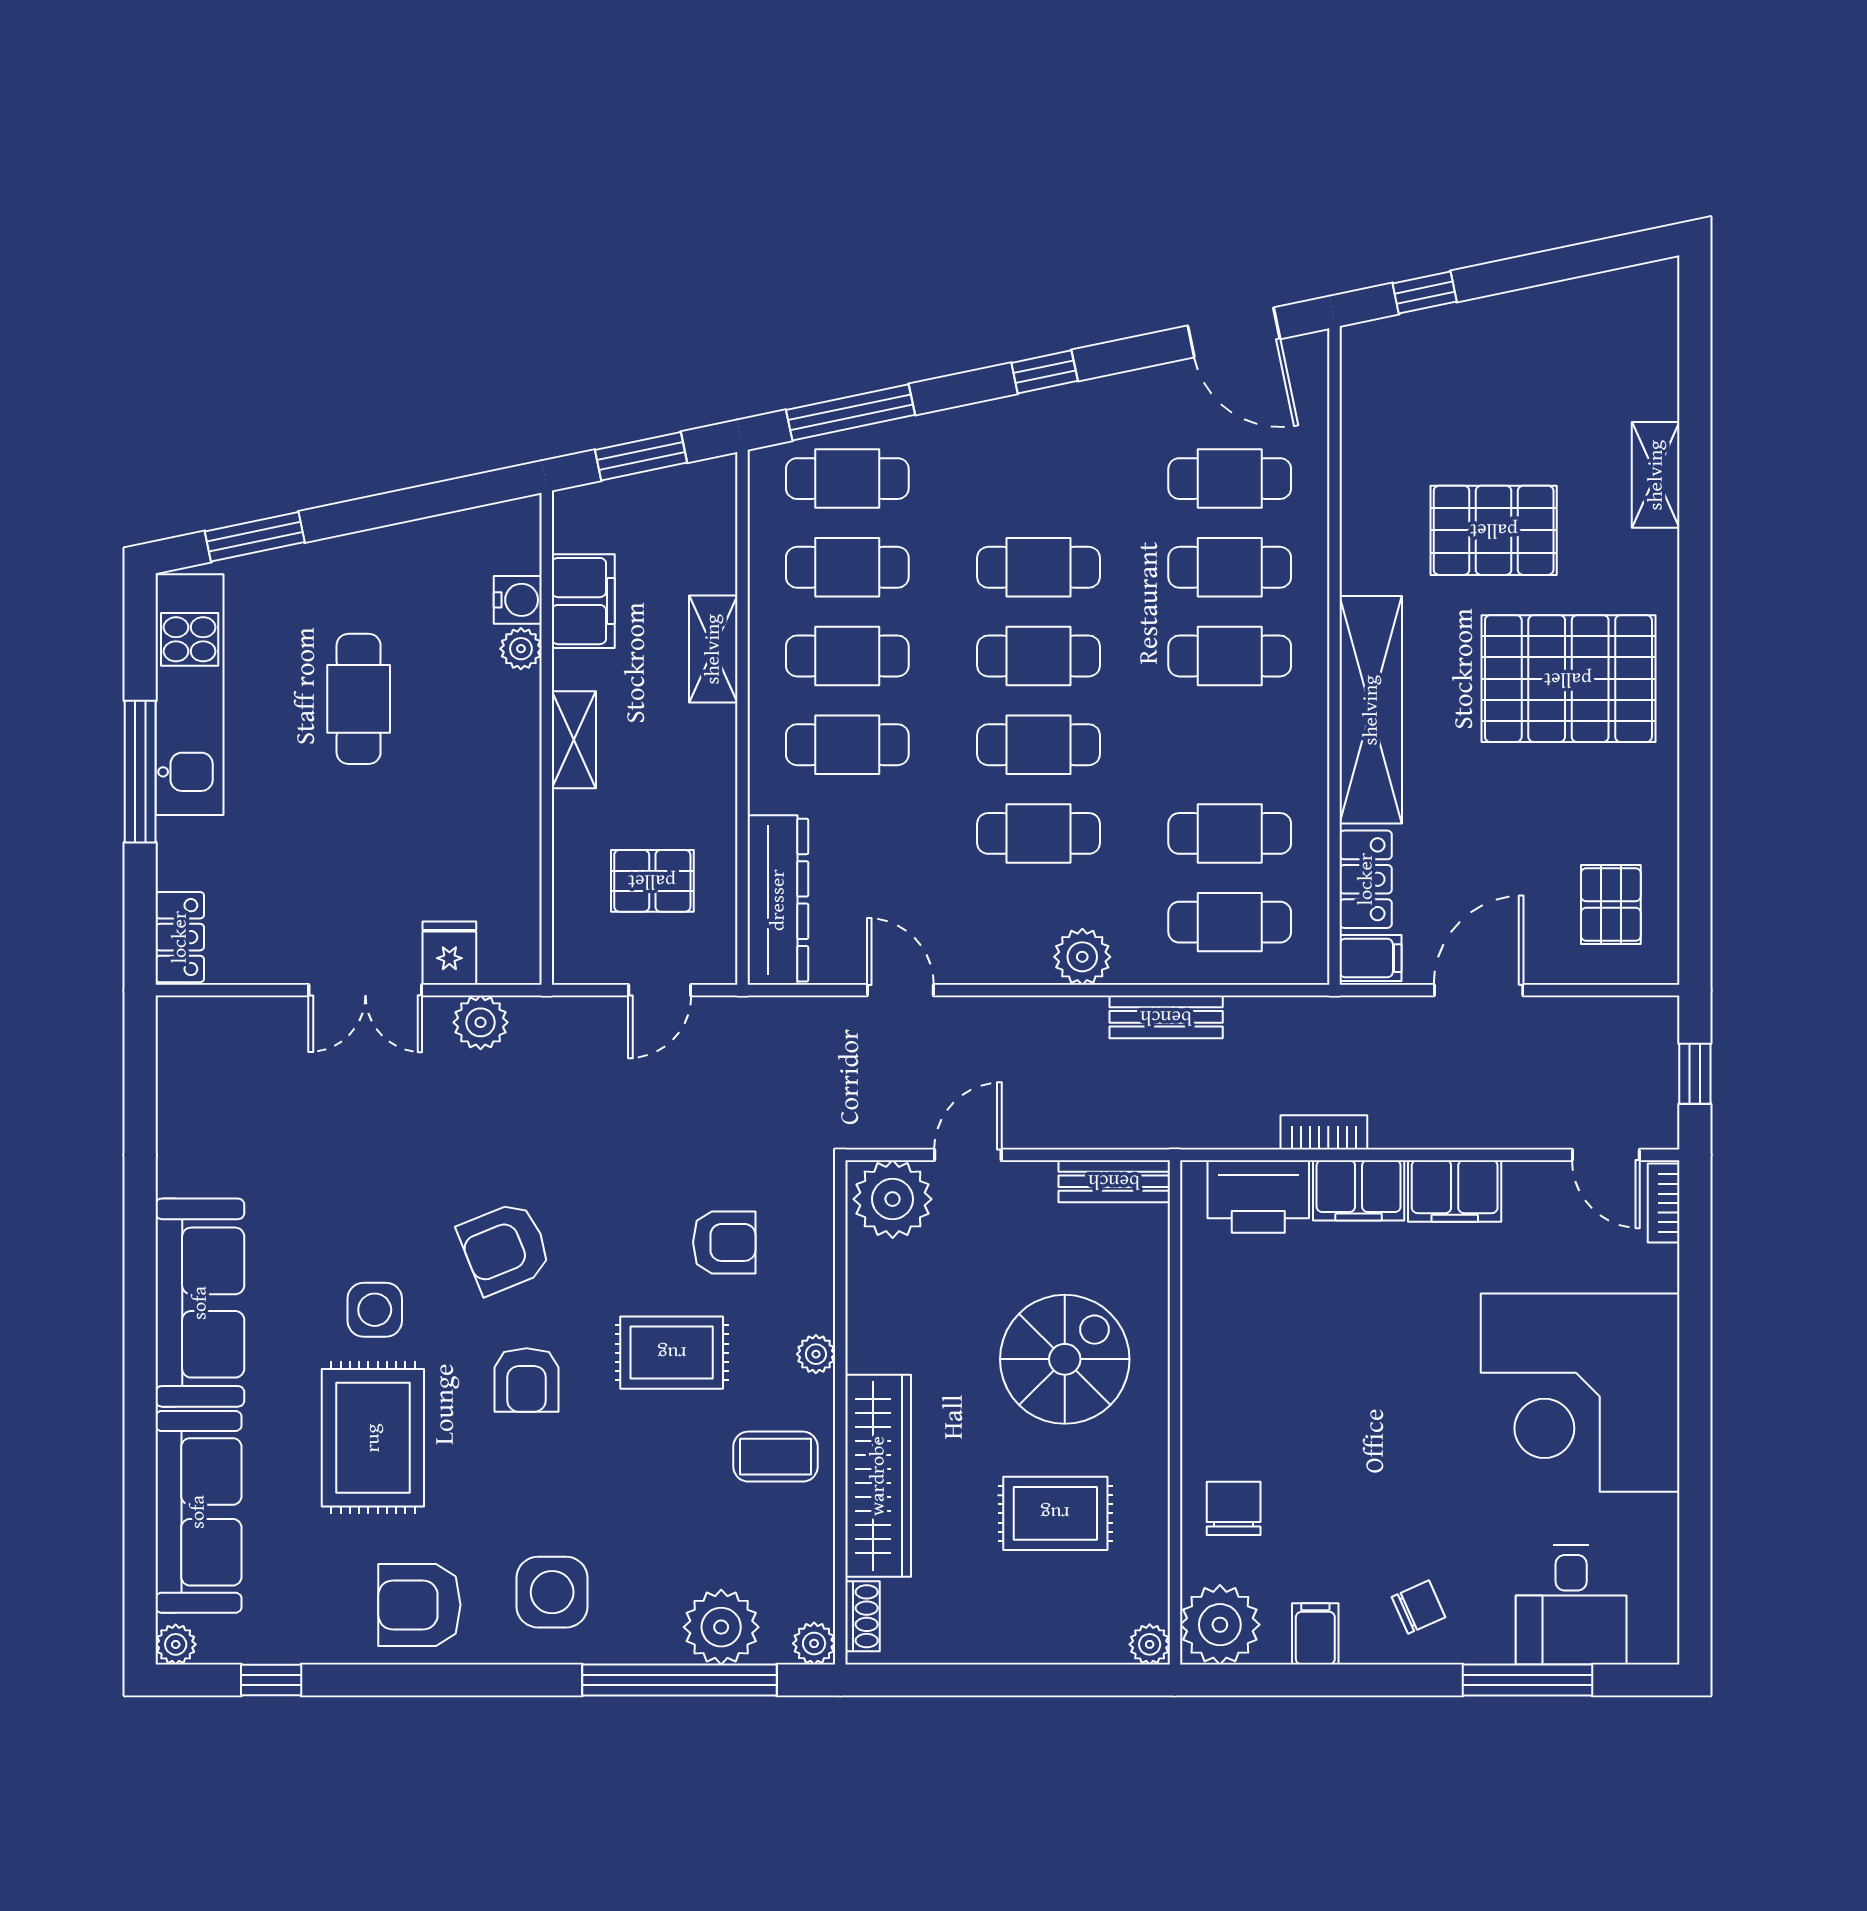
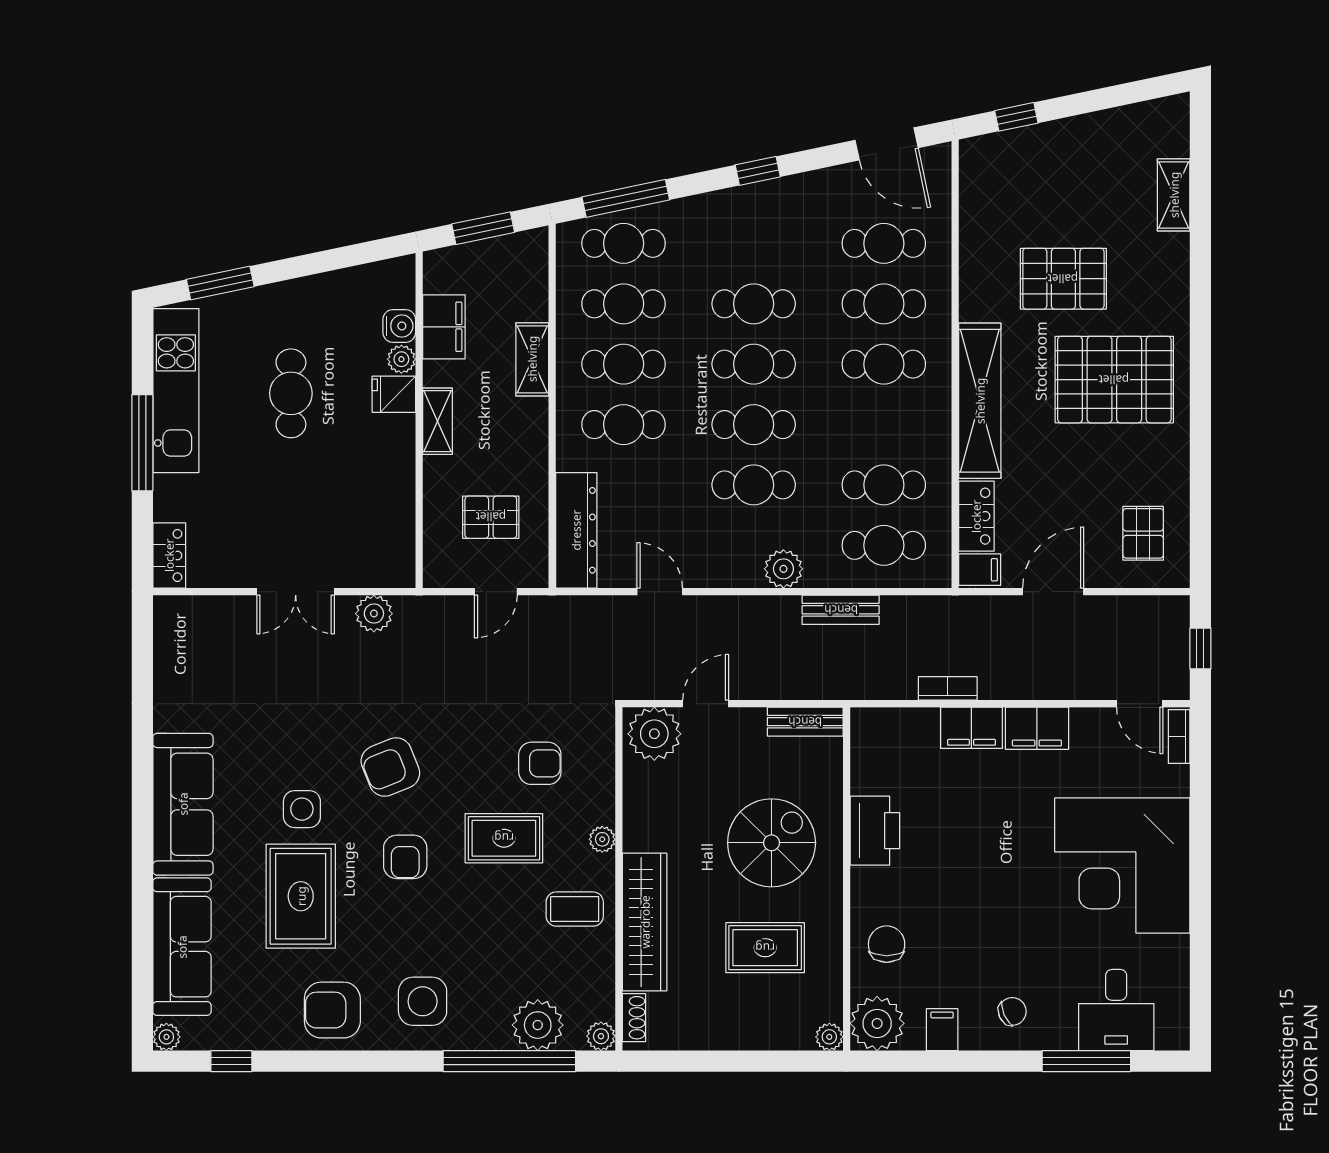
shelving: (1656, 475) -> (1174, 195), moved
fridge: (449, 953) -> (394, 394), moved, turned -90
printer: (1258, 1196) -> (875, 831), moved, turned -90

